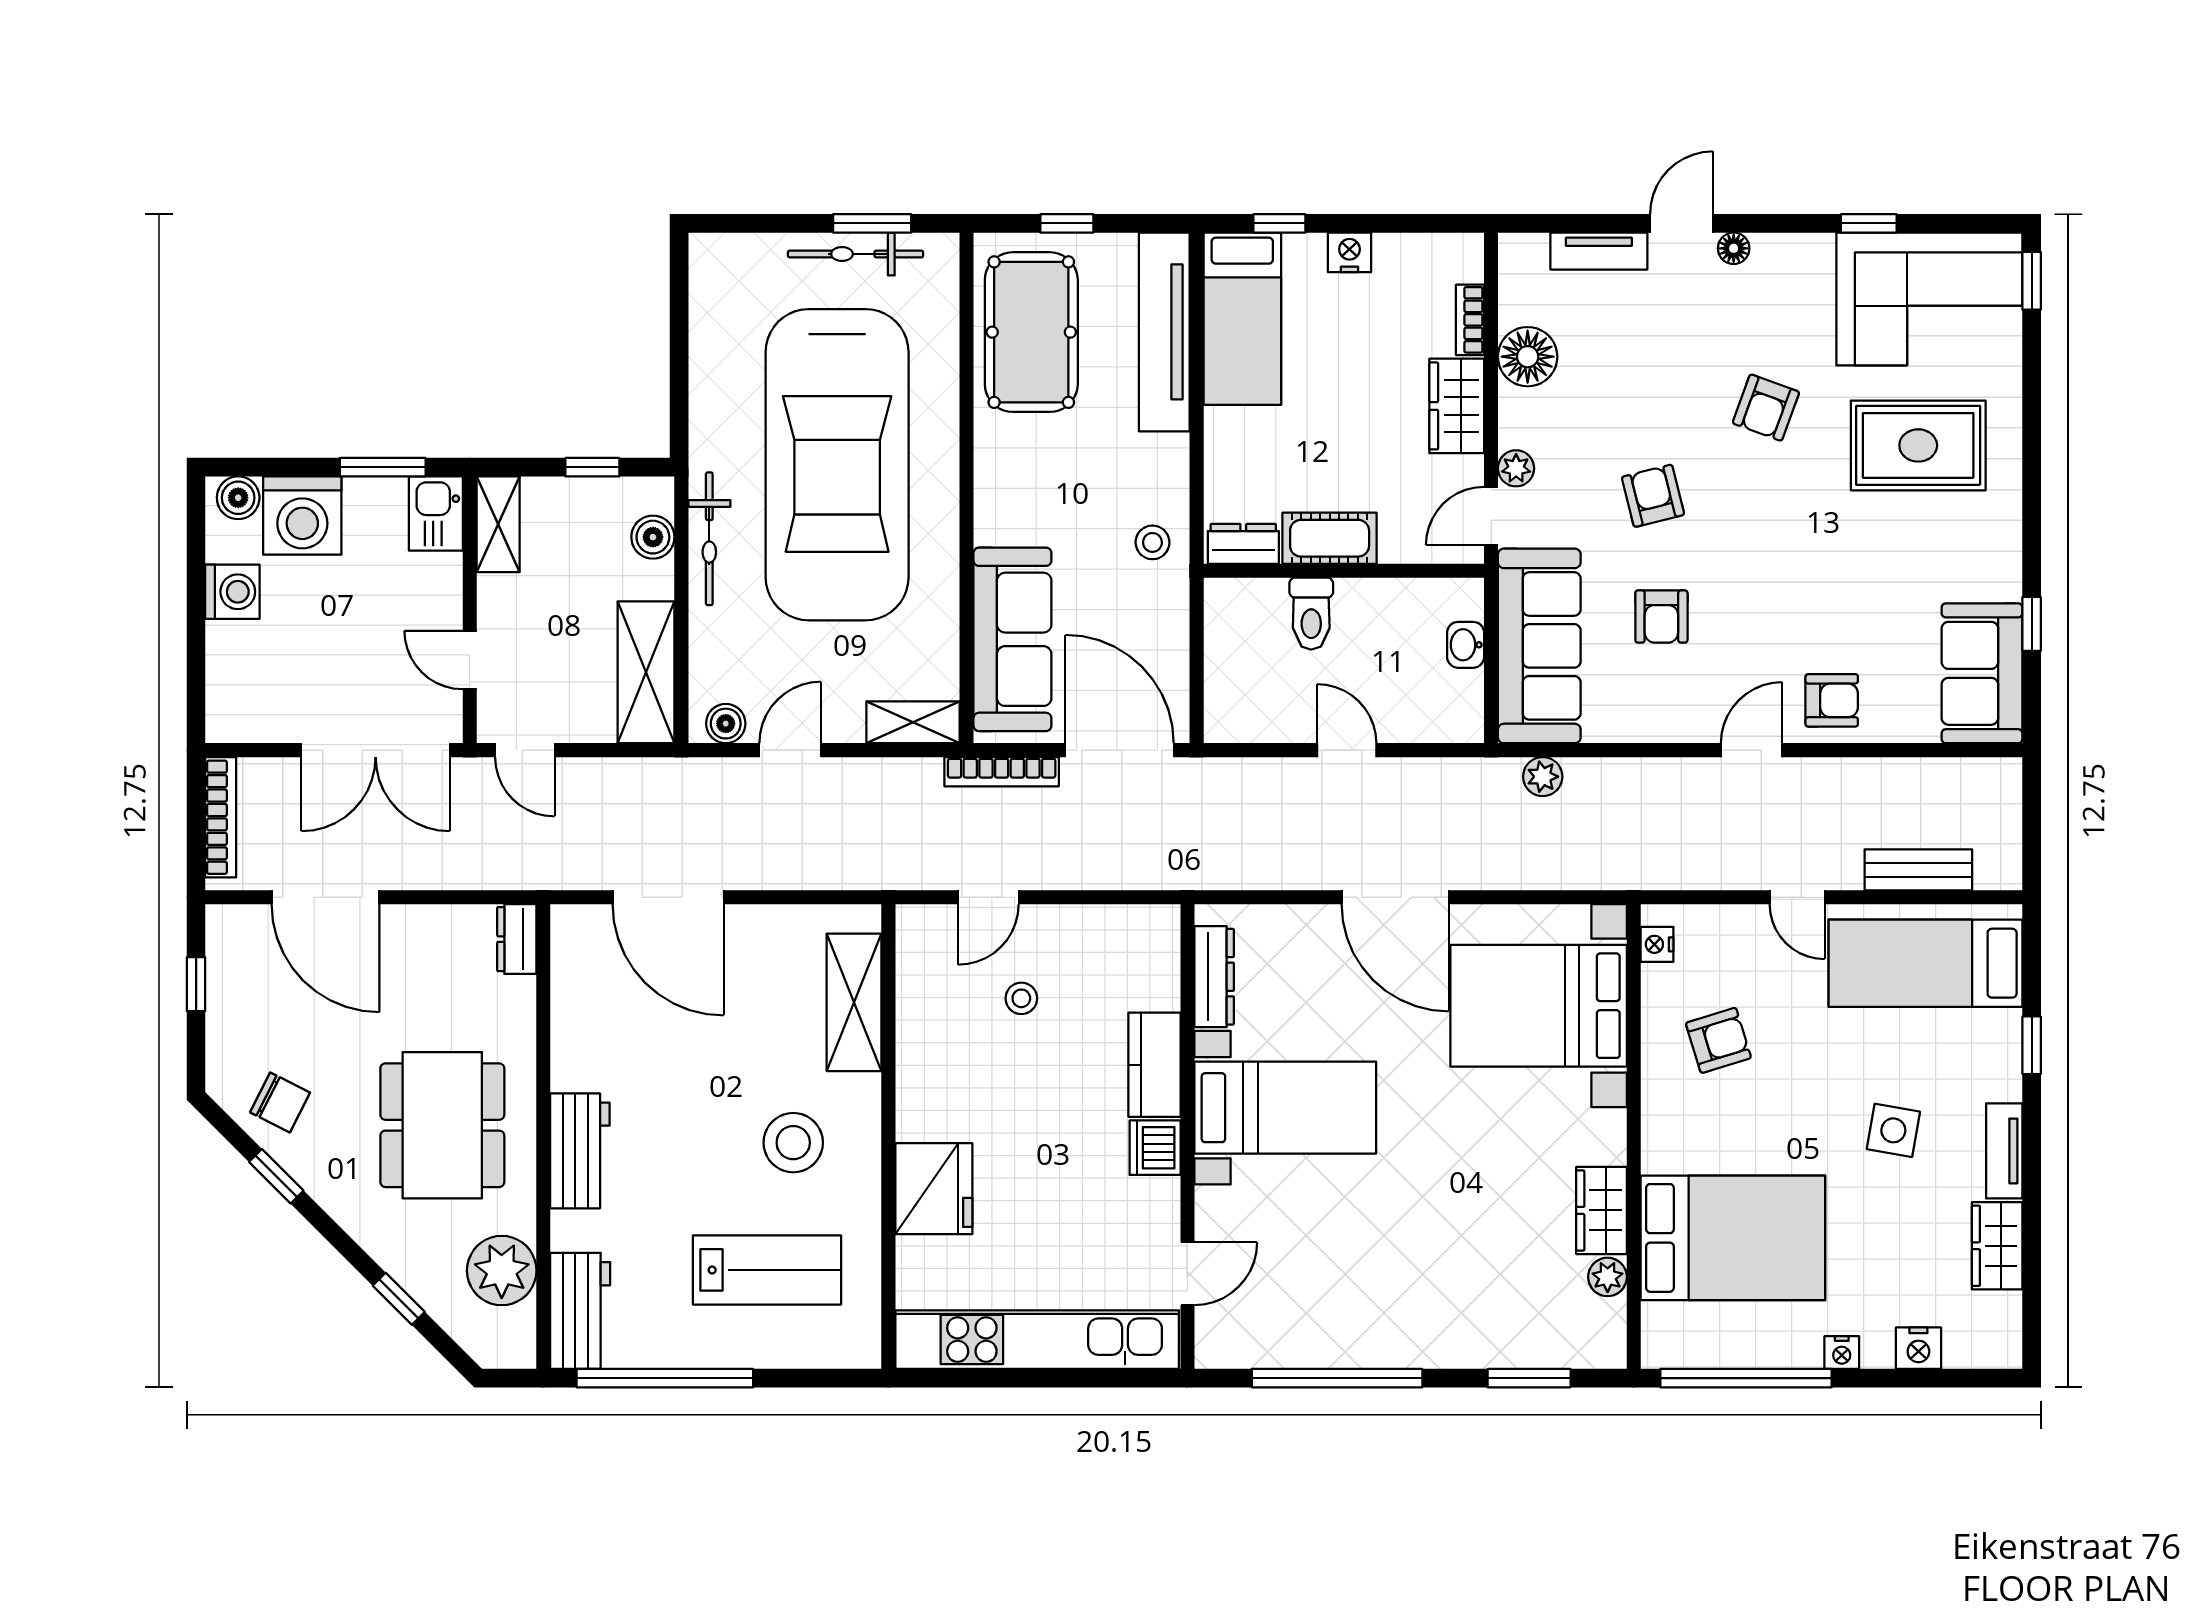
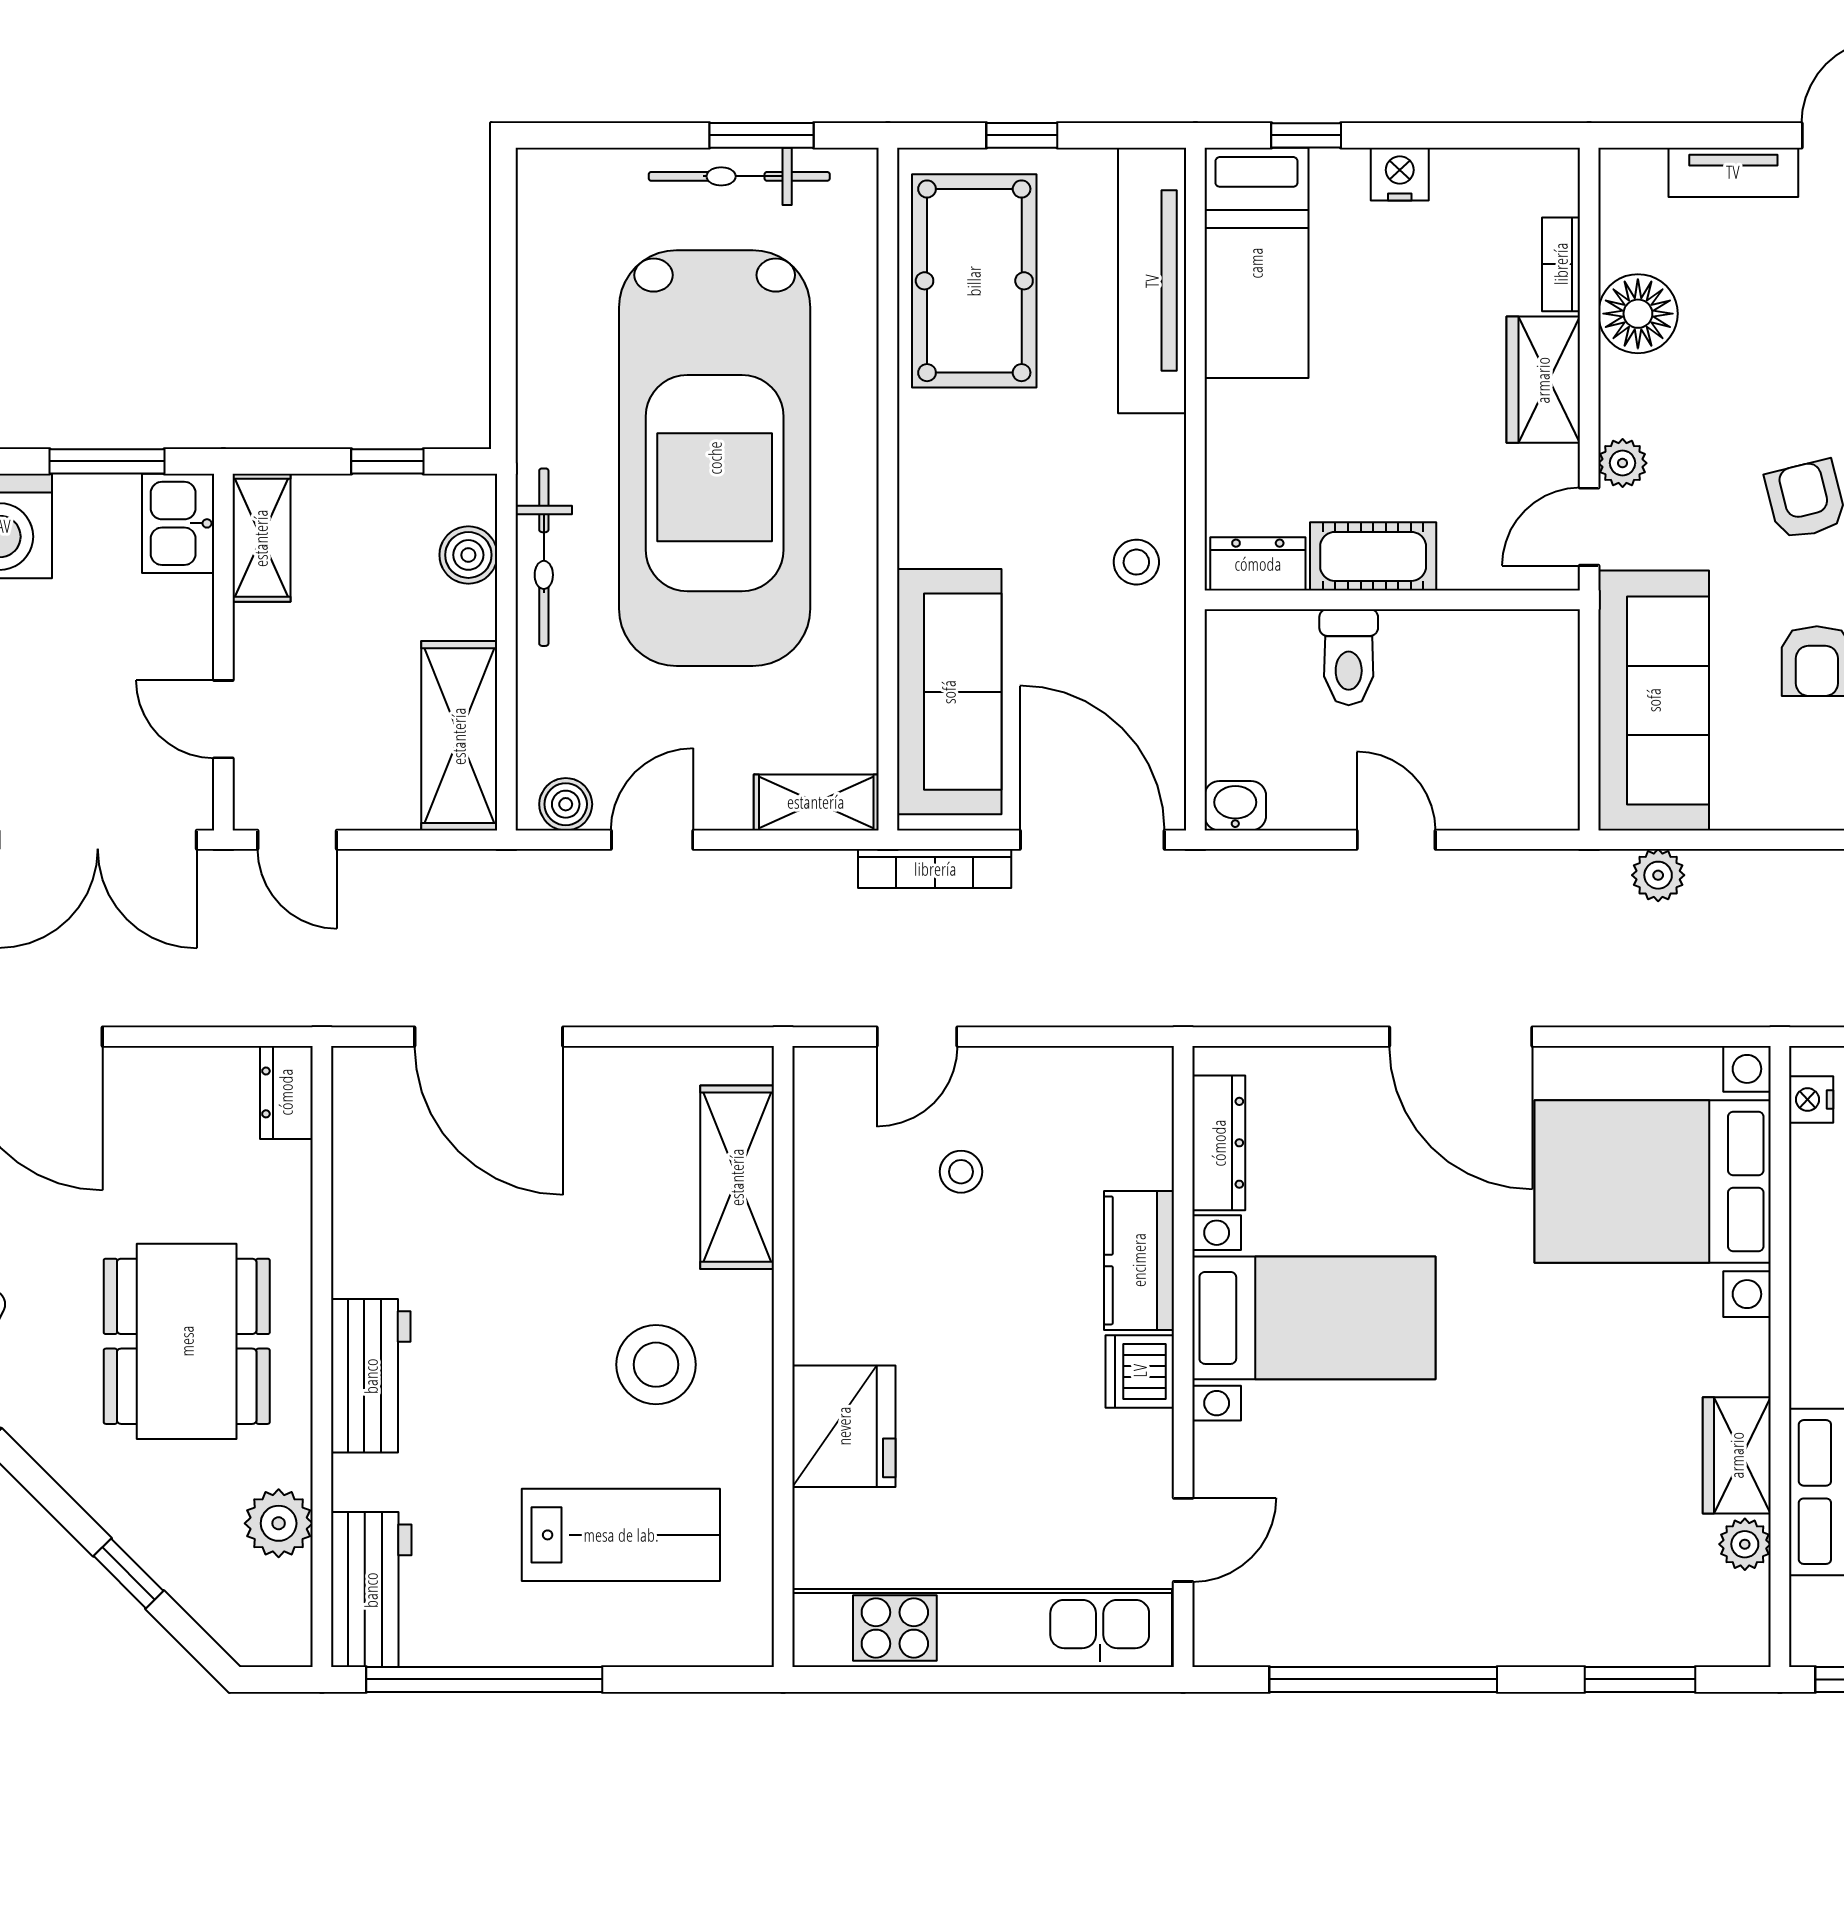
washbasin: (1466, 645) -> (1235, 806), moved, turned 90
plant: (502, 1271) -> (279, 1523), width x0.73, depth x0.73

